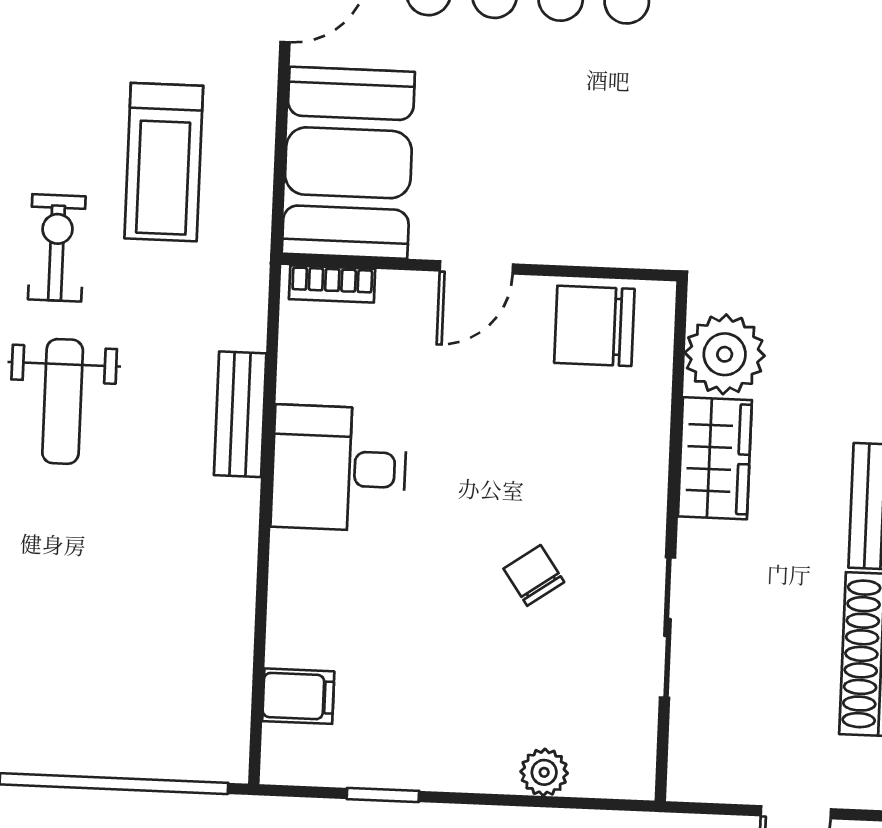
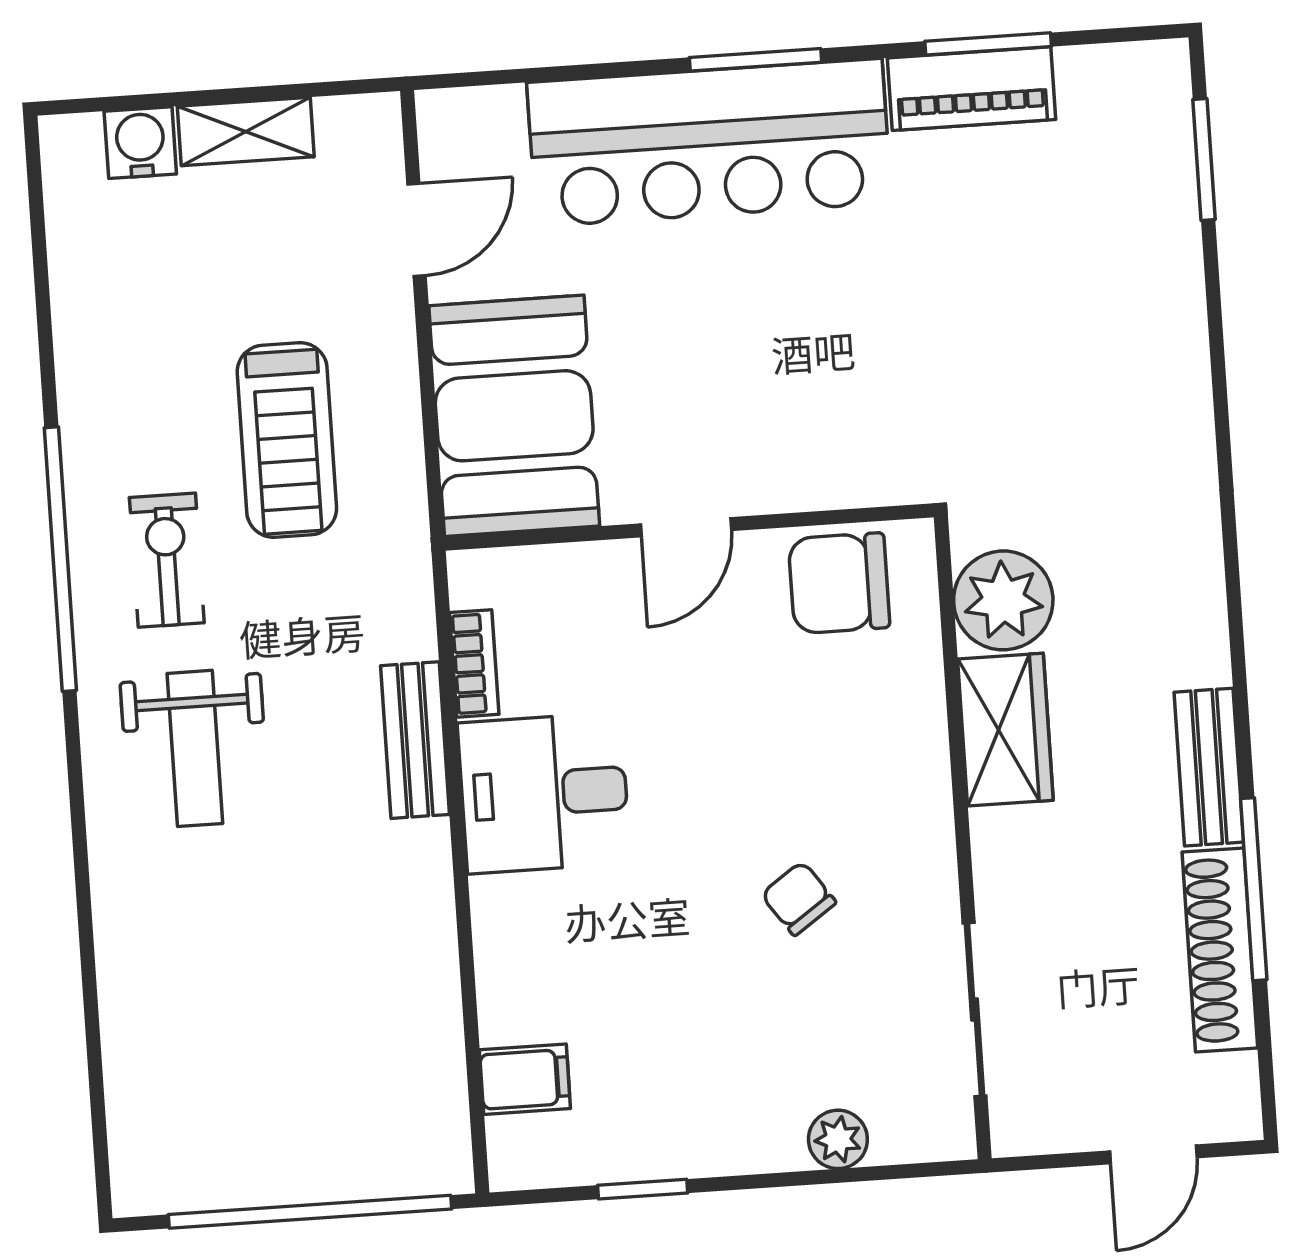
bookcase: (332, 284) -> (474, 663), moved, turned -90
sliding door: (667, 628) -> (974, 1010), moved

